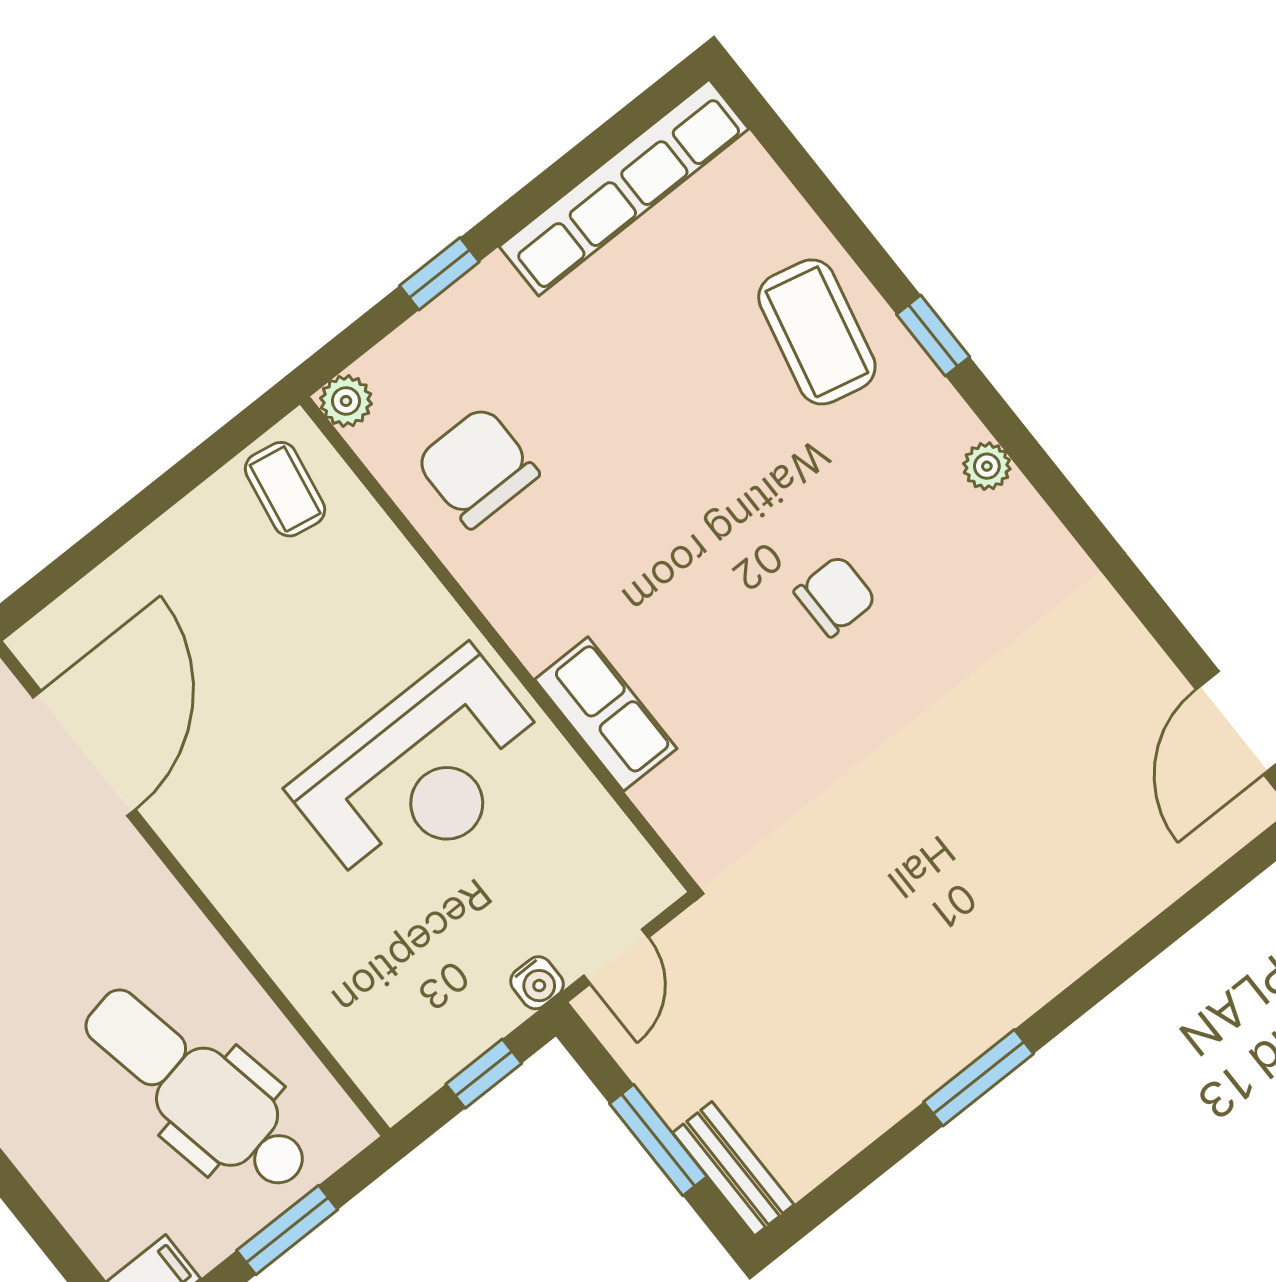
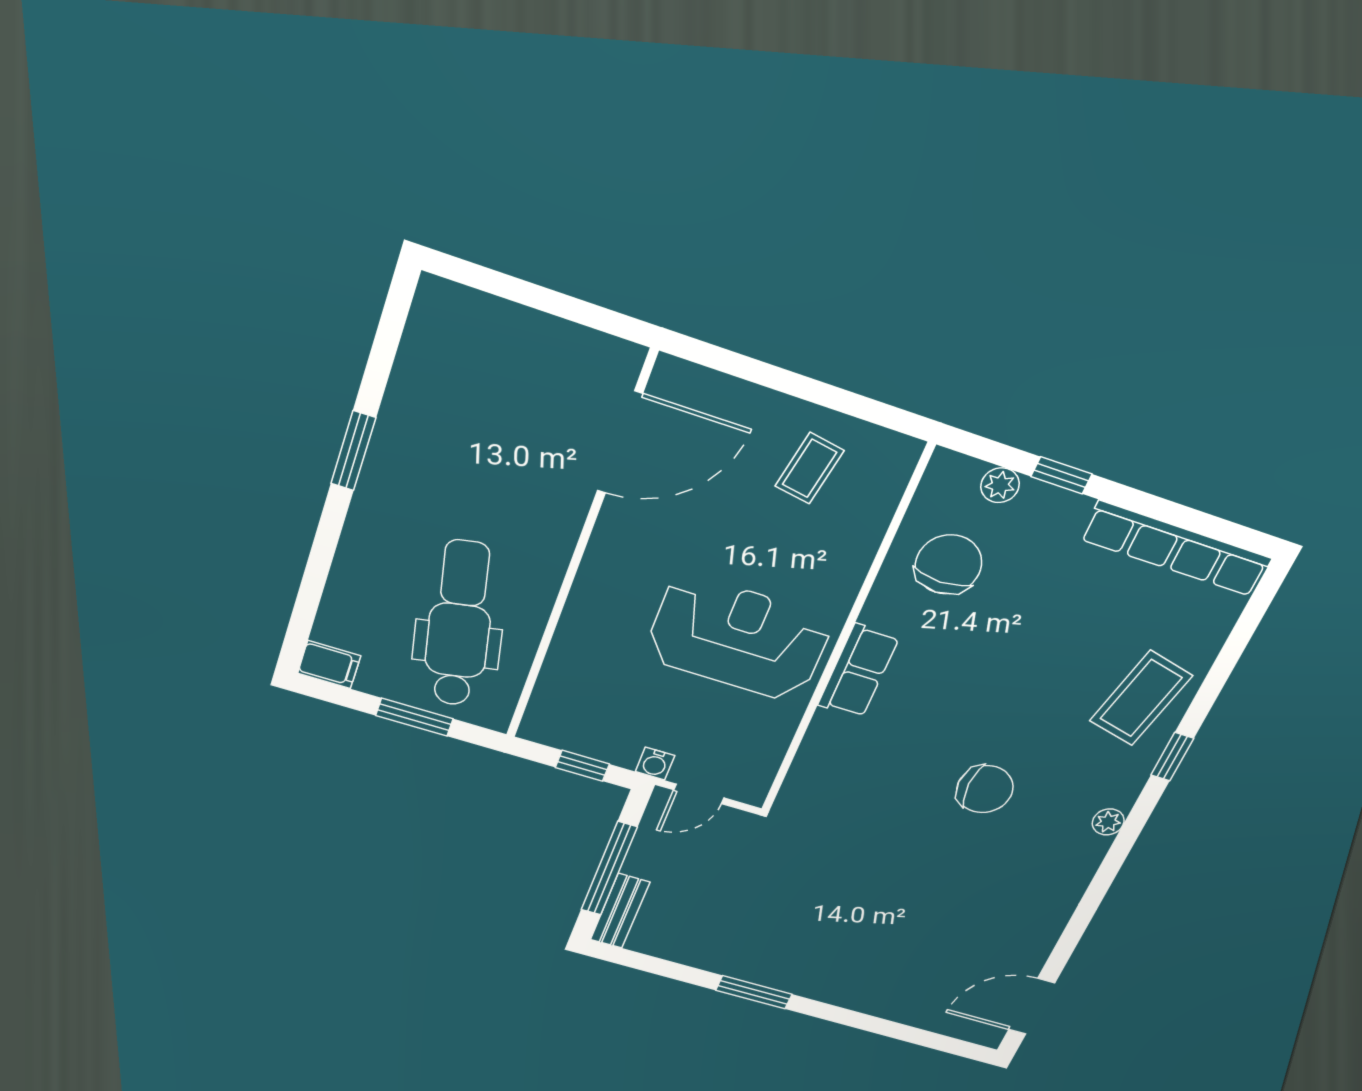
plant: (346, 401) -> (1000, 485), moved
coffee table: (285, 489) -> (810, 468), moved
chair: (835, 596) -> (985, 789), width x1.37, depth x1.37
row of seats: (606, 714) -> (858, 671), moved
reception desk: (422, 773) -> (738, 638), turned 180
window: (658, 1140) -> (609, 869), width x1.44

